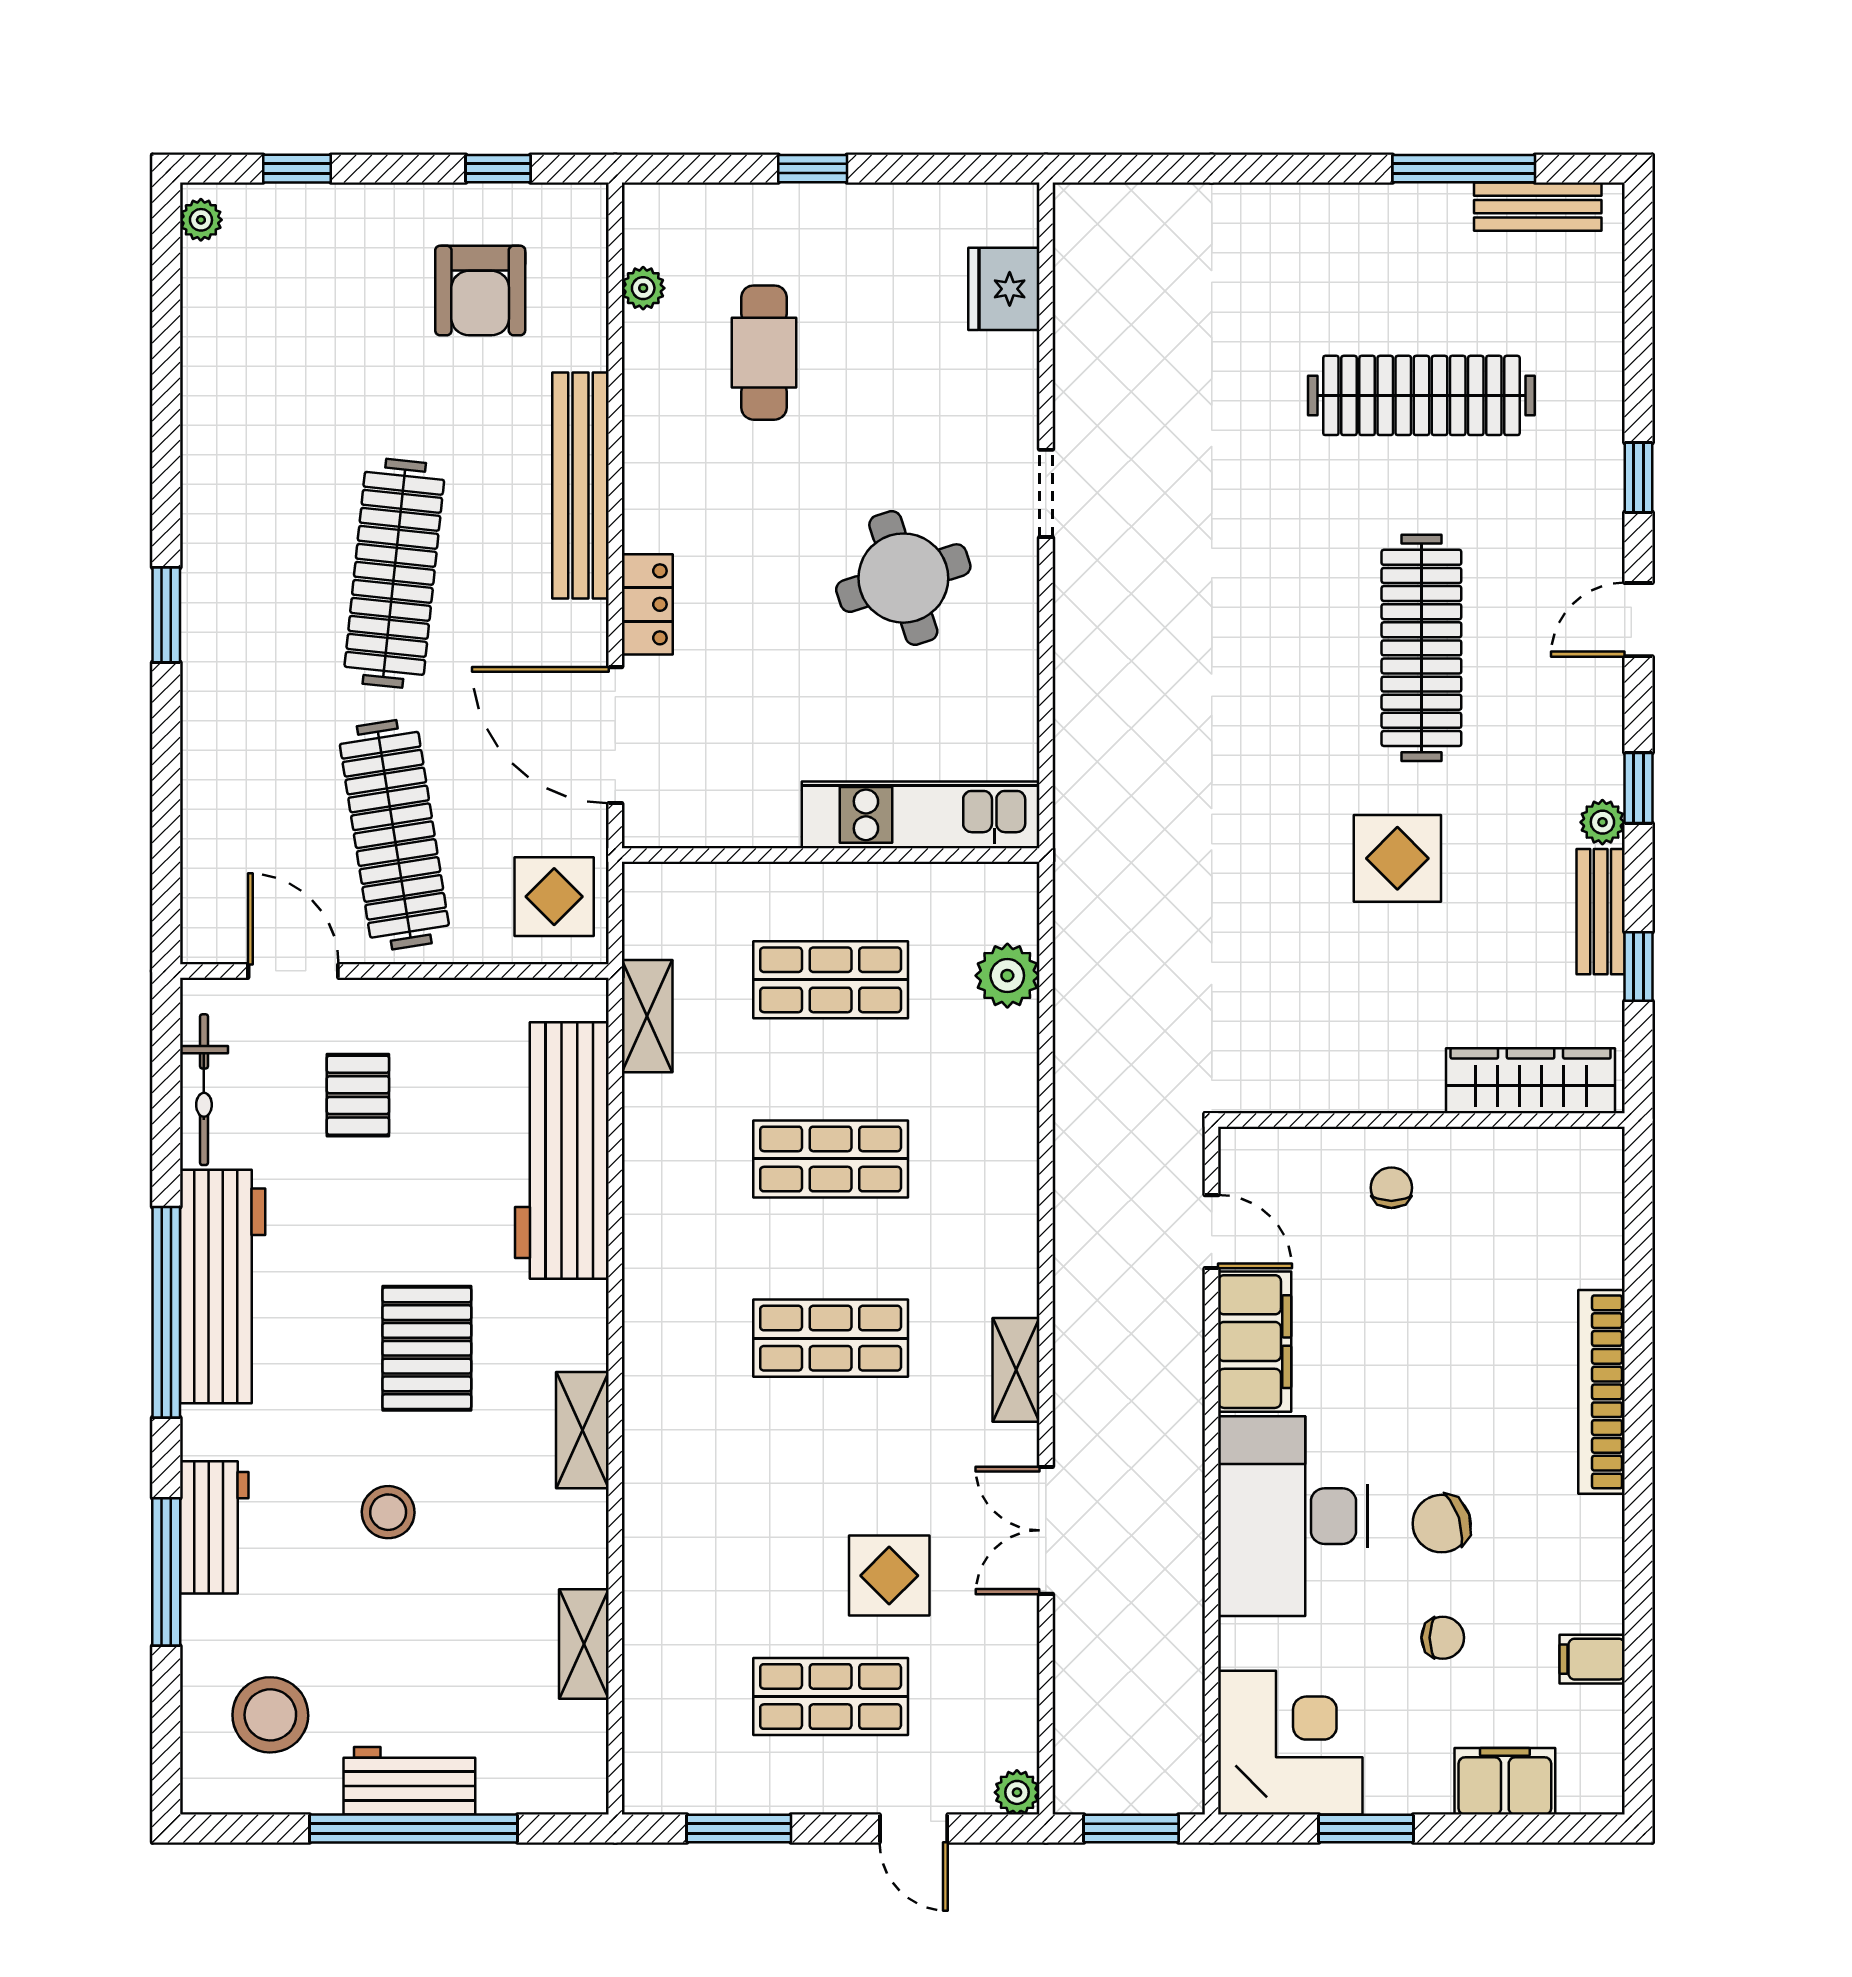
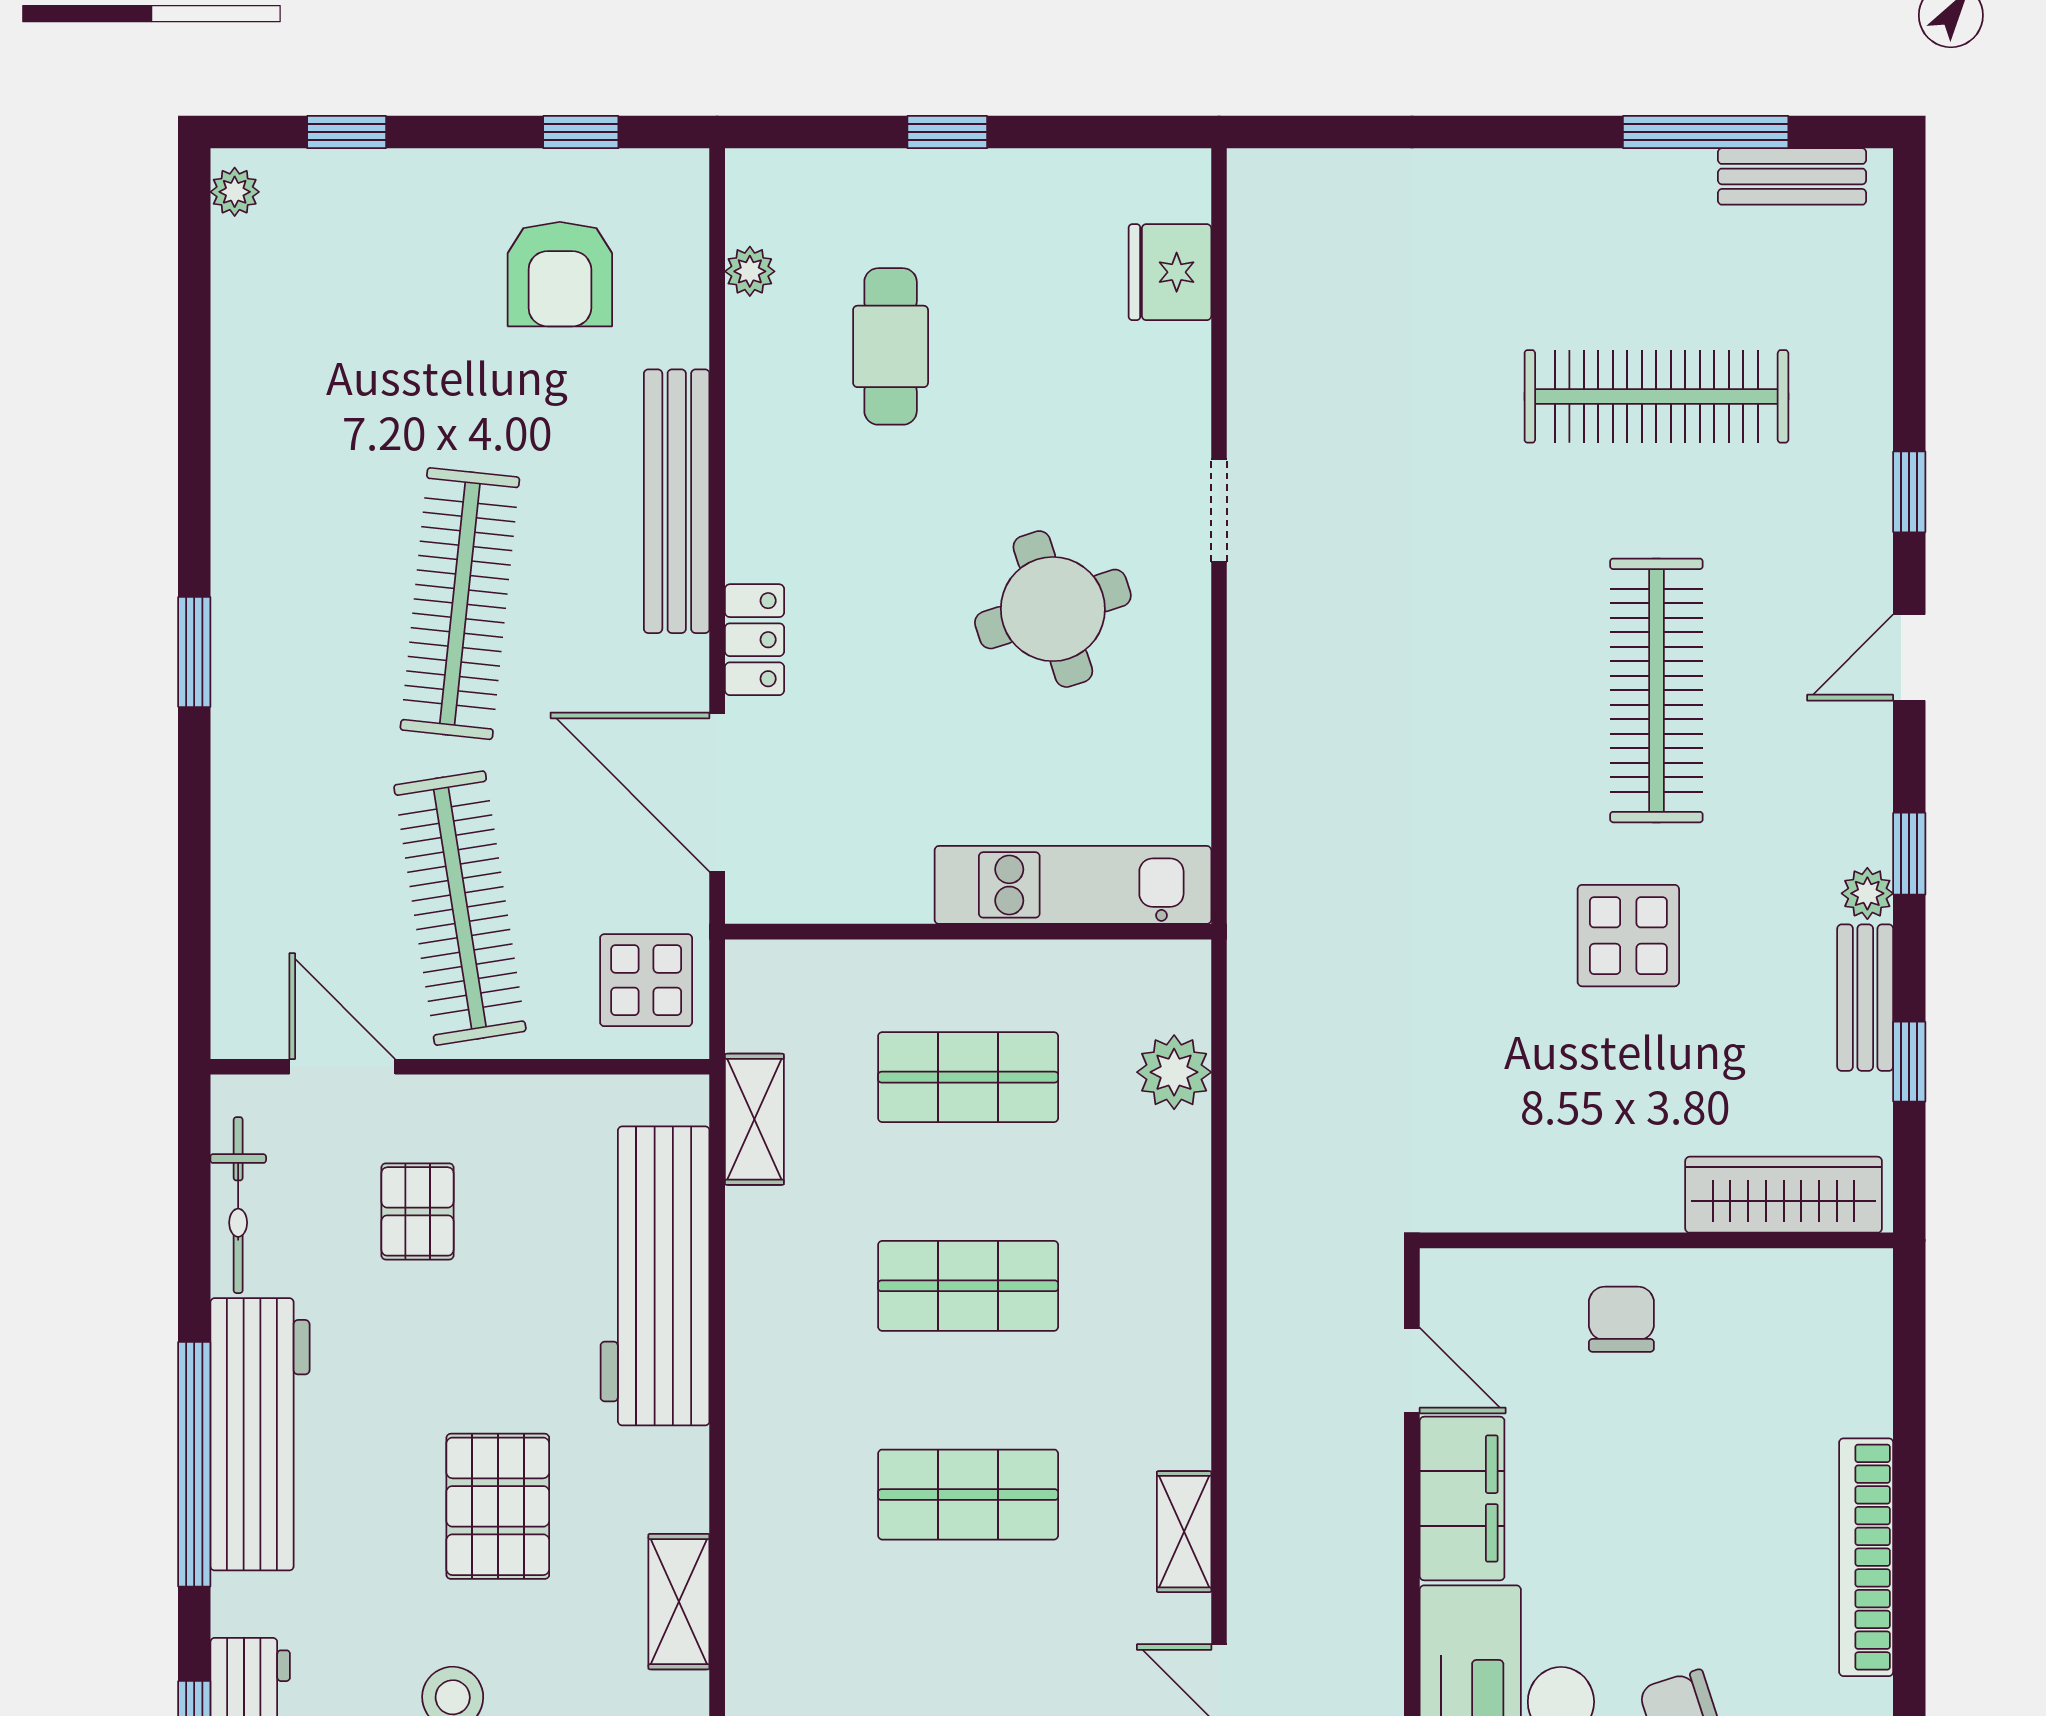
chair: (1391, 1188) -> (1621, 1319), width x1.37, depth x1.37

